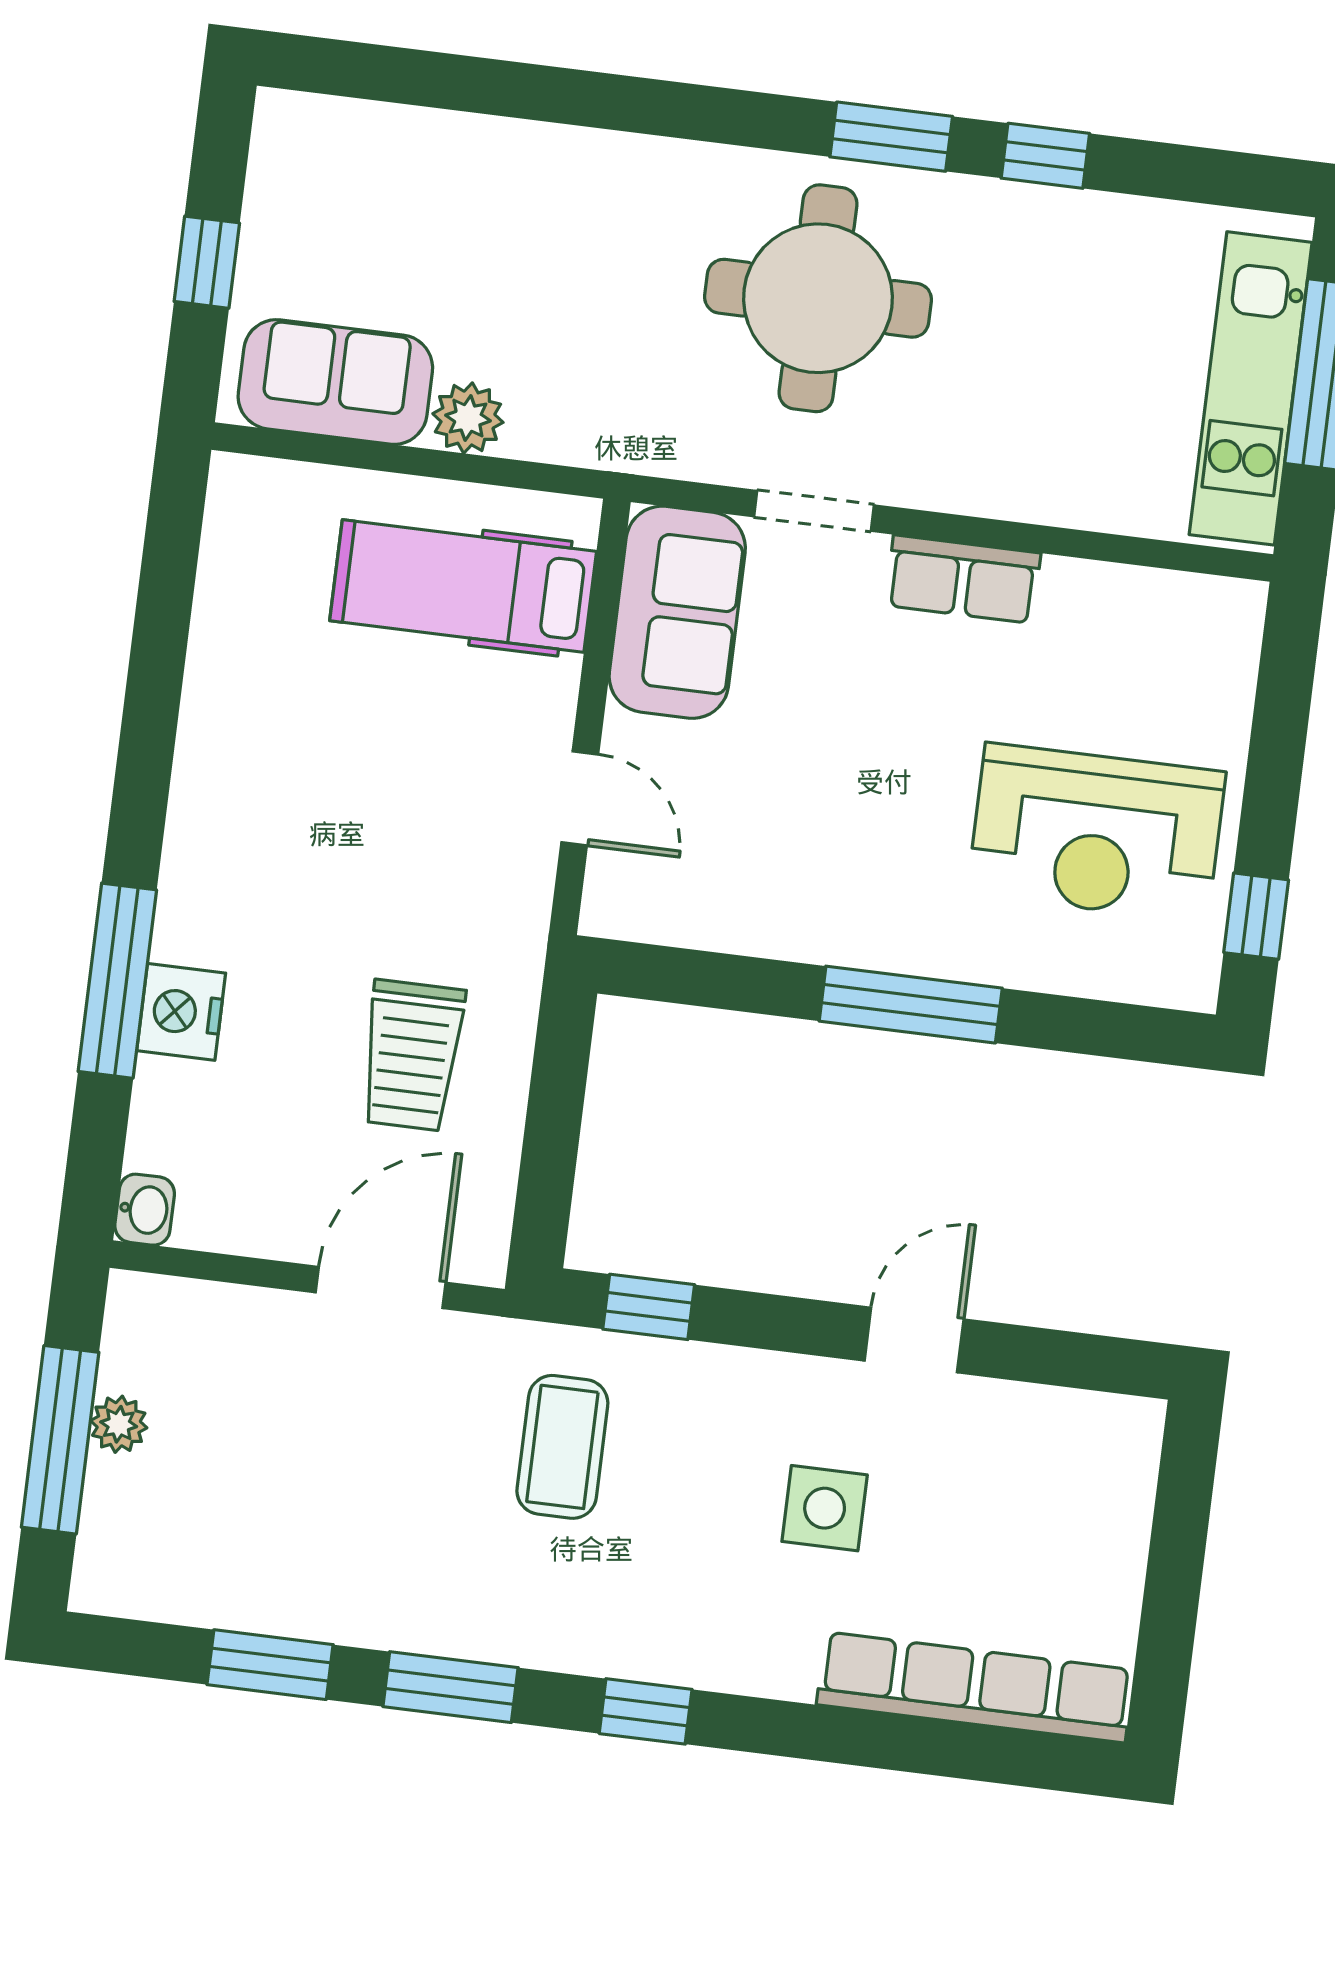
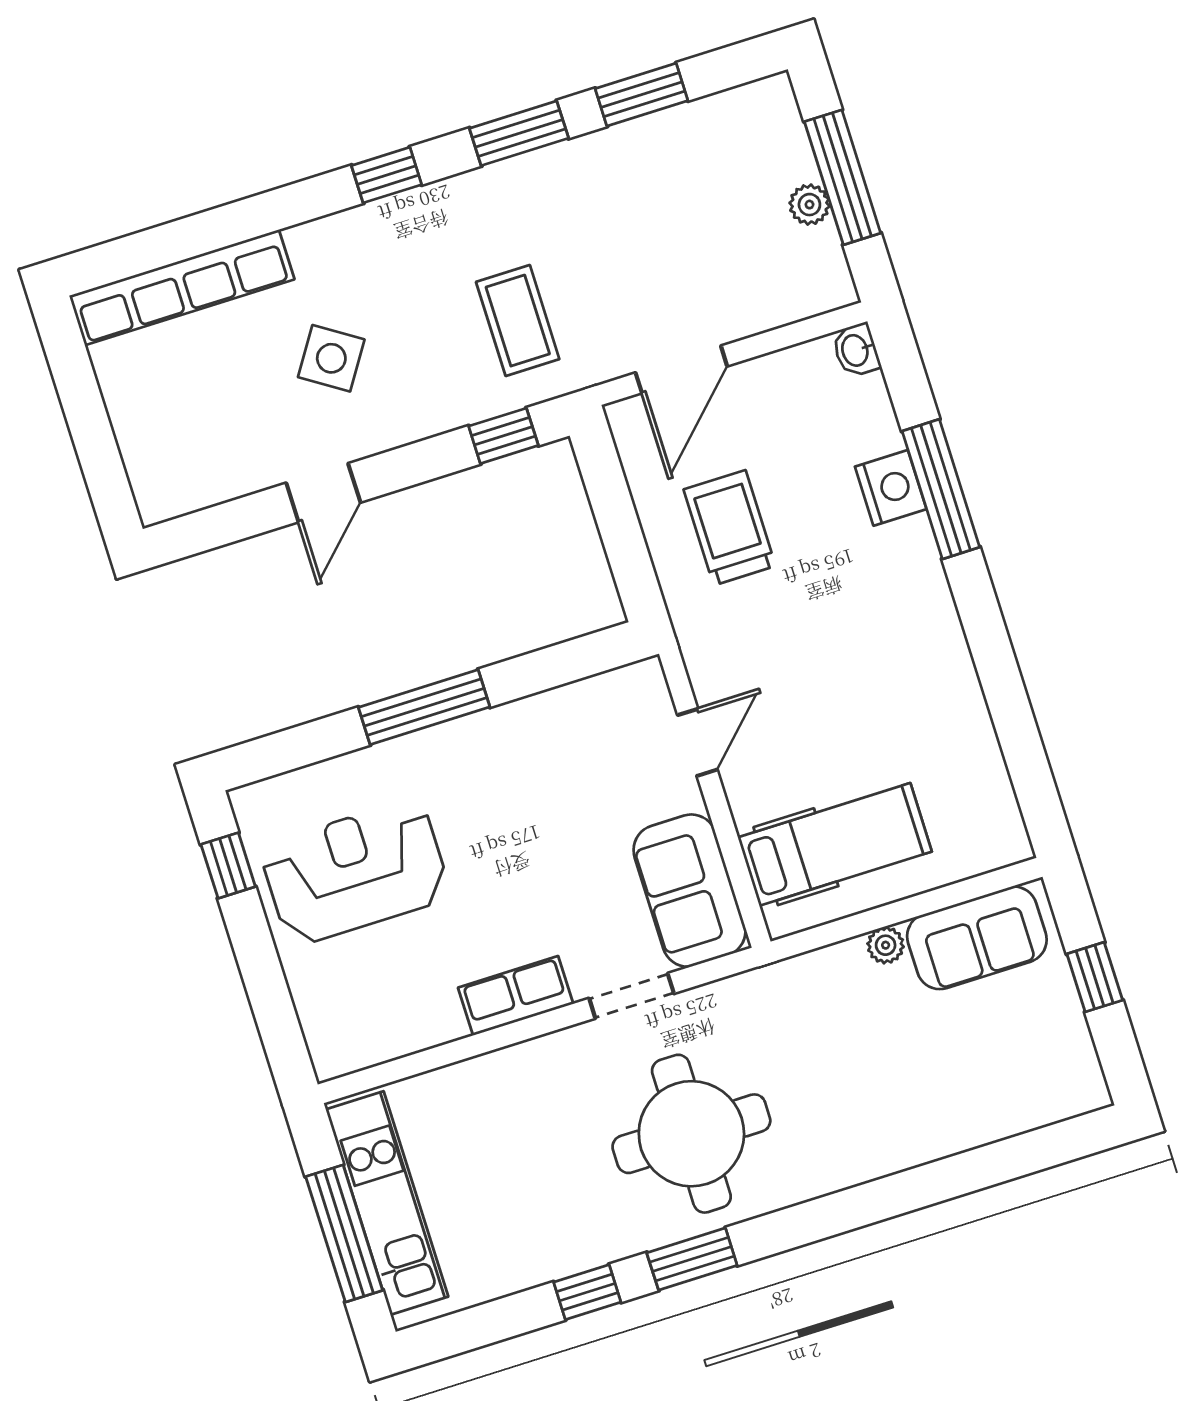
plant: (468, 418) -> (886, 945), width x0.73, depth x0.73
door: (580, 798) -> (697, 742), swing flipped
side table: (825, 1508) -> (331, 358), turned 33

